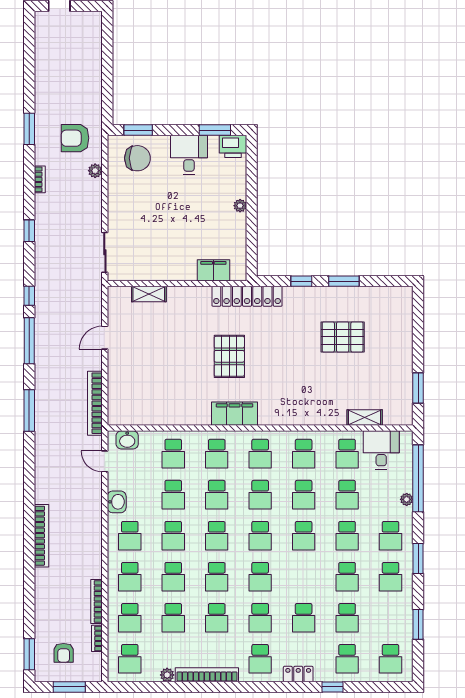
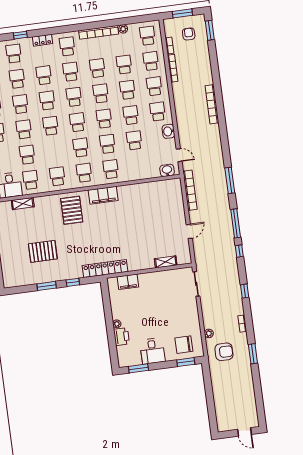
printer: (233, 146) -> (121, 337), moved, turned 90
pallet: (229, 356) -> (72, 210), moved
school desk: (173, 454) -> (138, 166), removed
school desk: (304, 495) -> (47, 101), moved

